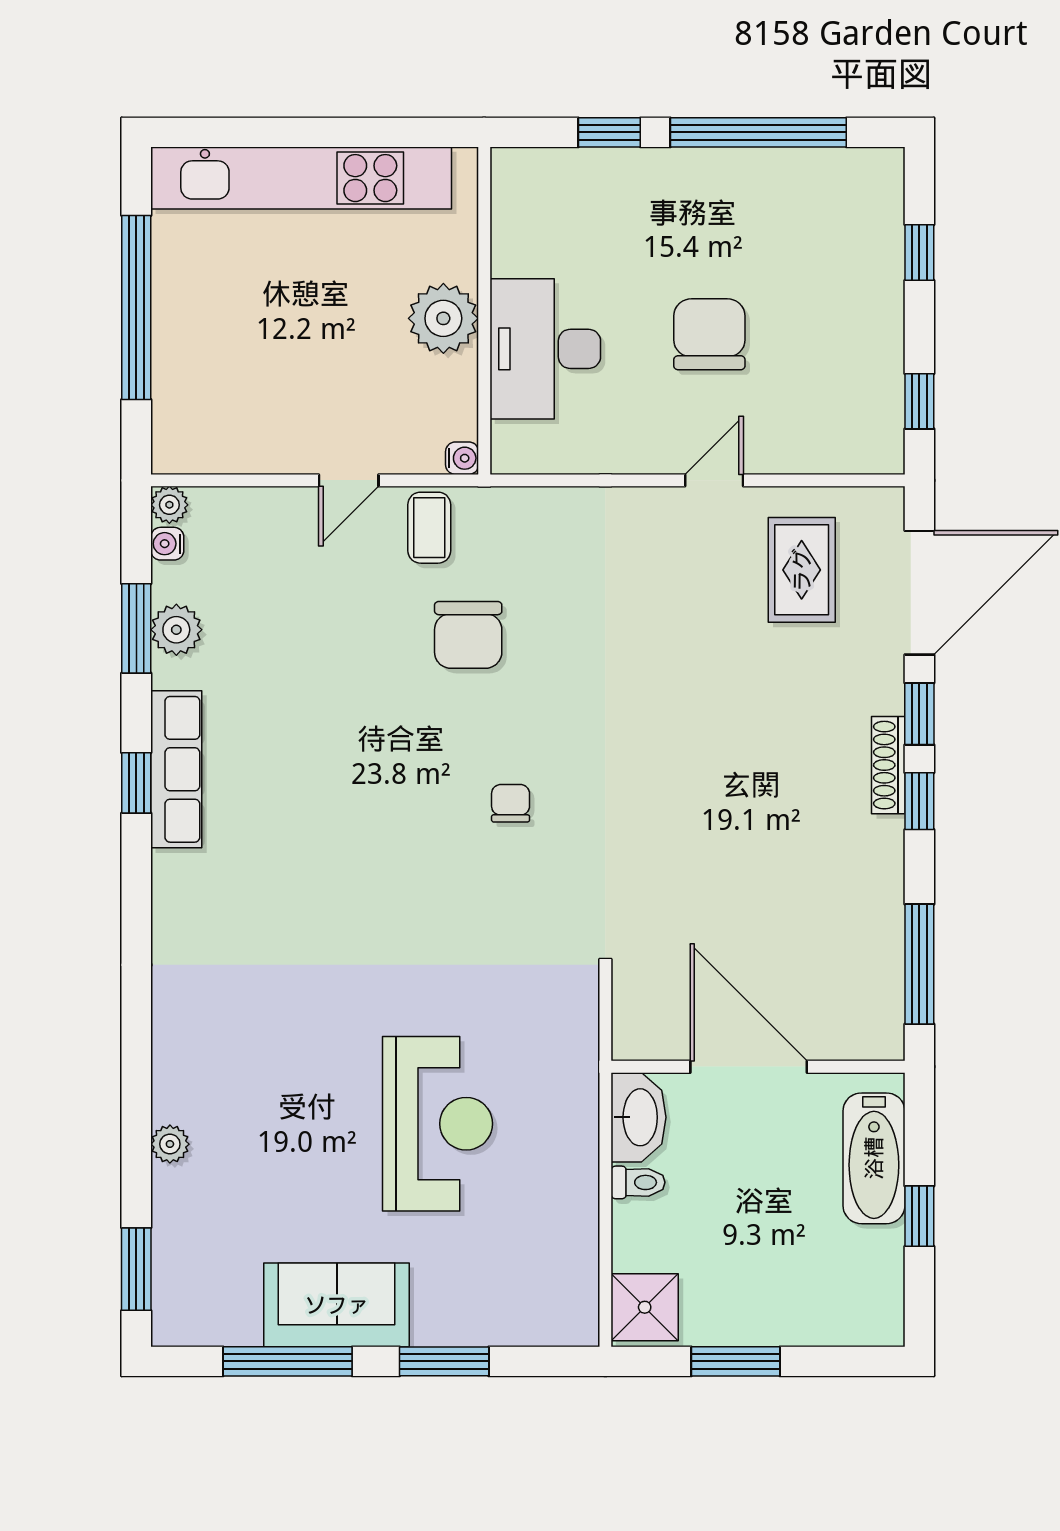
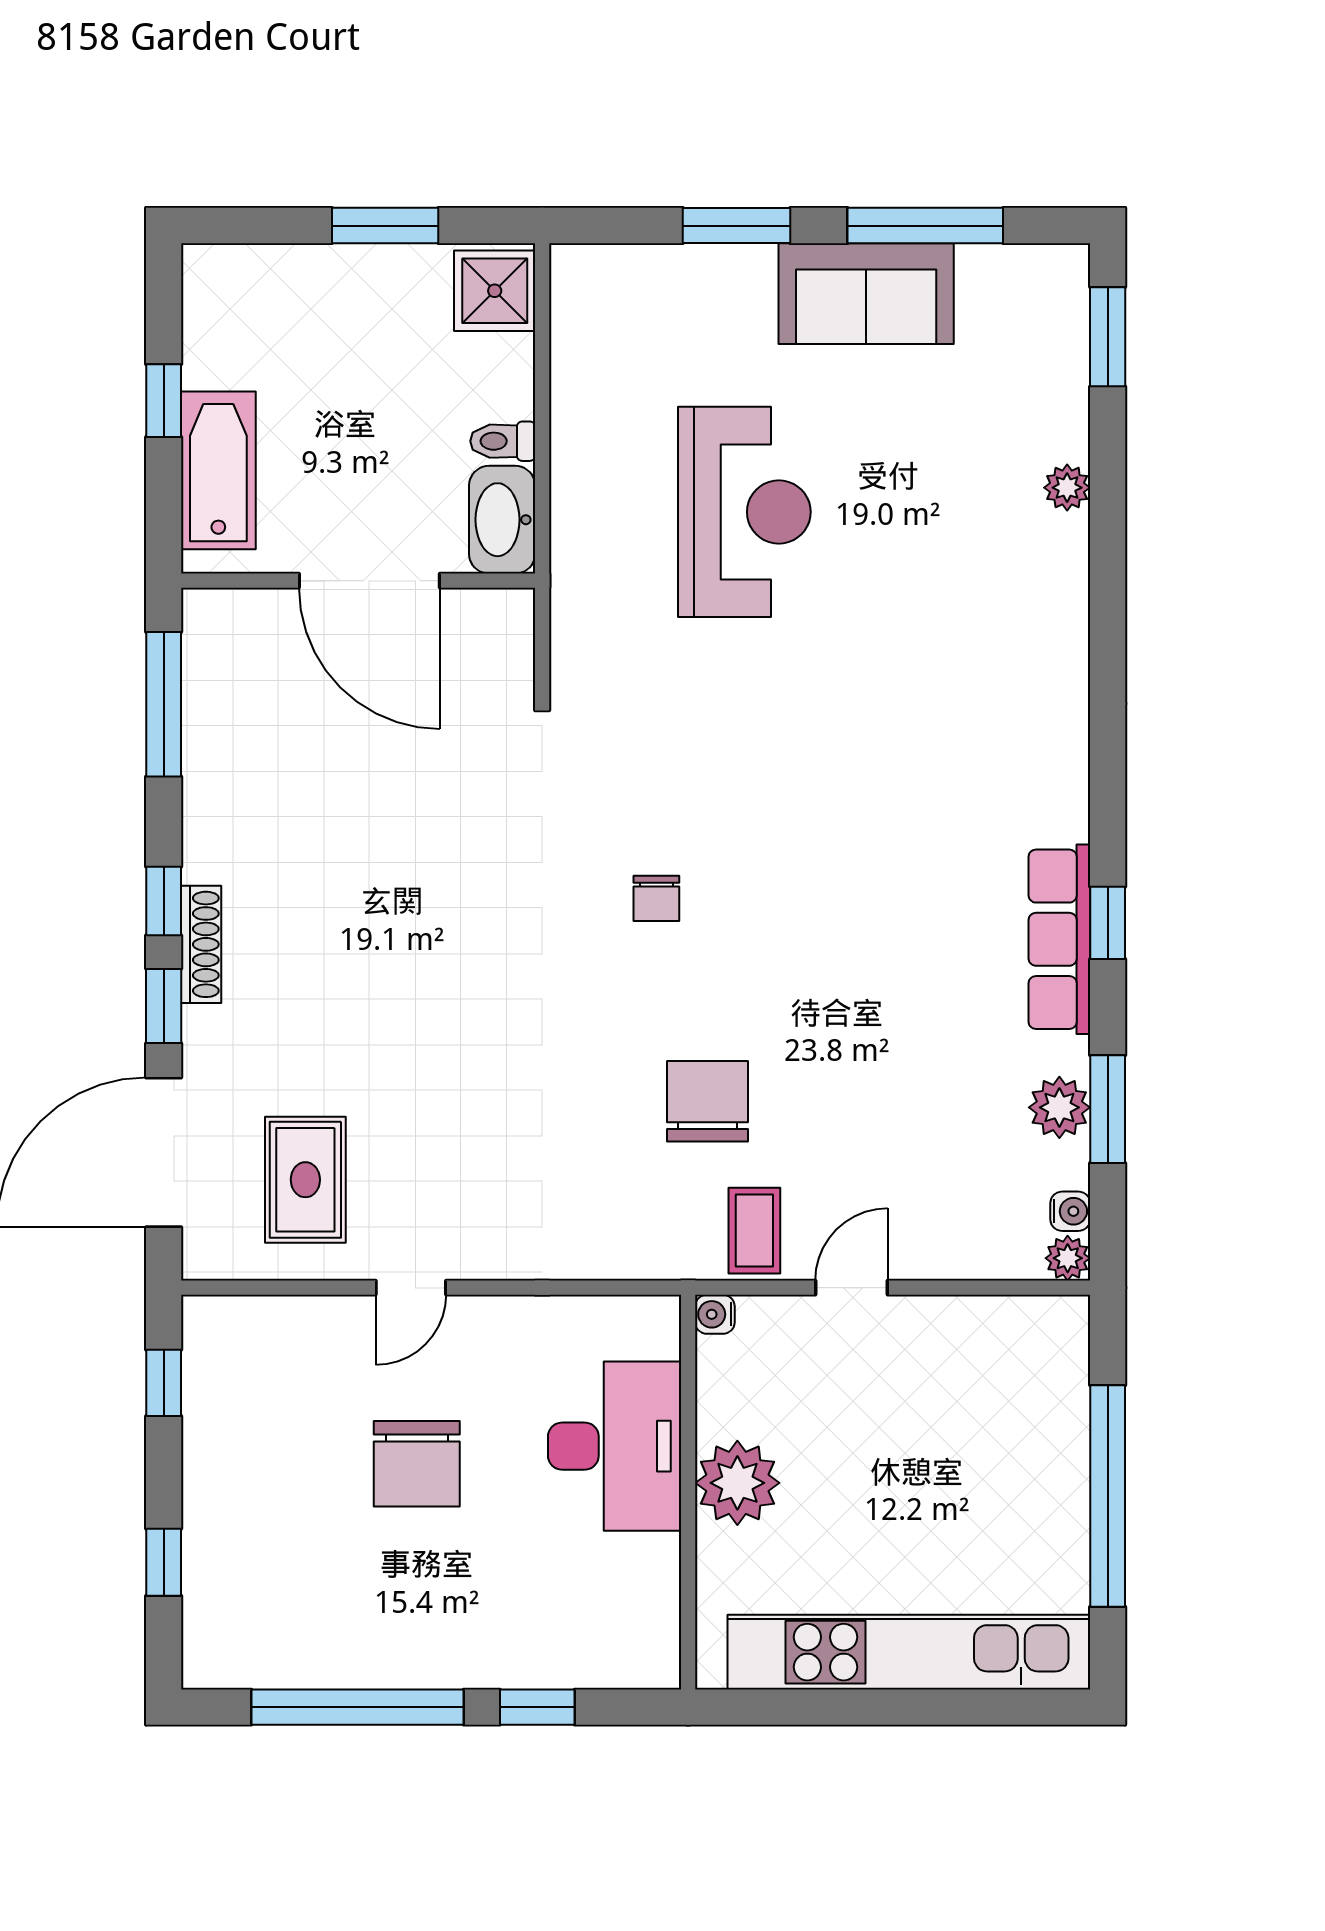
reception desk: (438, 1124) -> (744, 512), turned 180

